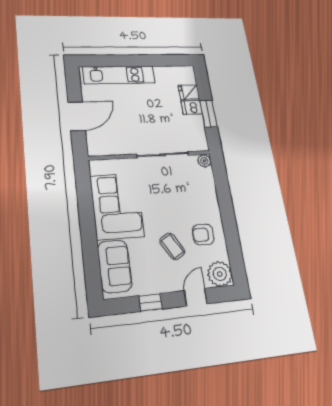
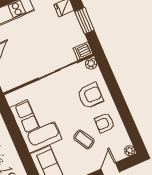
dishwasher: (192, 107) -> (83, 51), moved
armchair: (194, 196) -> (90, 96), added
plant: (220, 274) -> (130, 151), width x0.53, depth x0.53

